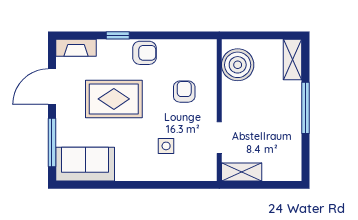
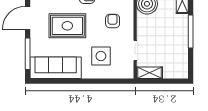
side table: (166, 146) -> (101, 56), width x1.87, depth x1.87
sofa: (85, 164) -> (56, 68), width x1.36

